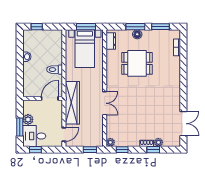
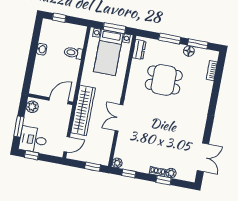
floor lamp: (137, 34) -> (189, 51), moved
toilet: (55, 70) -> (73, 53), moved
double door: (105, 103) -> (119, 118), swing flipped
plant: (28, 119) -> (32, 107), moved

